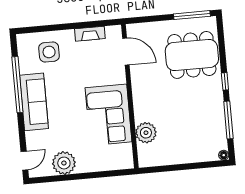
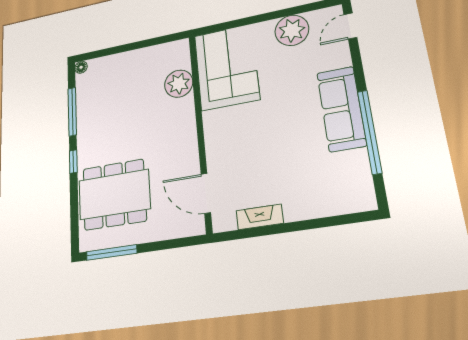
side table: (49, 52) -> (322, 185), removed
corner sofa: (108, 115) -> (226, 67), moved

